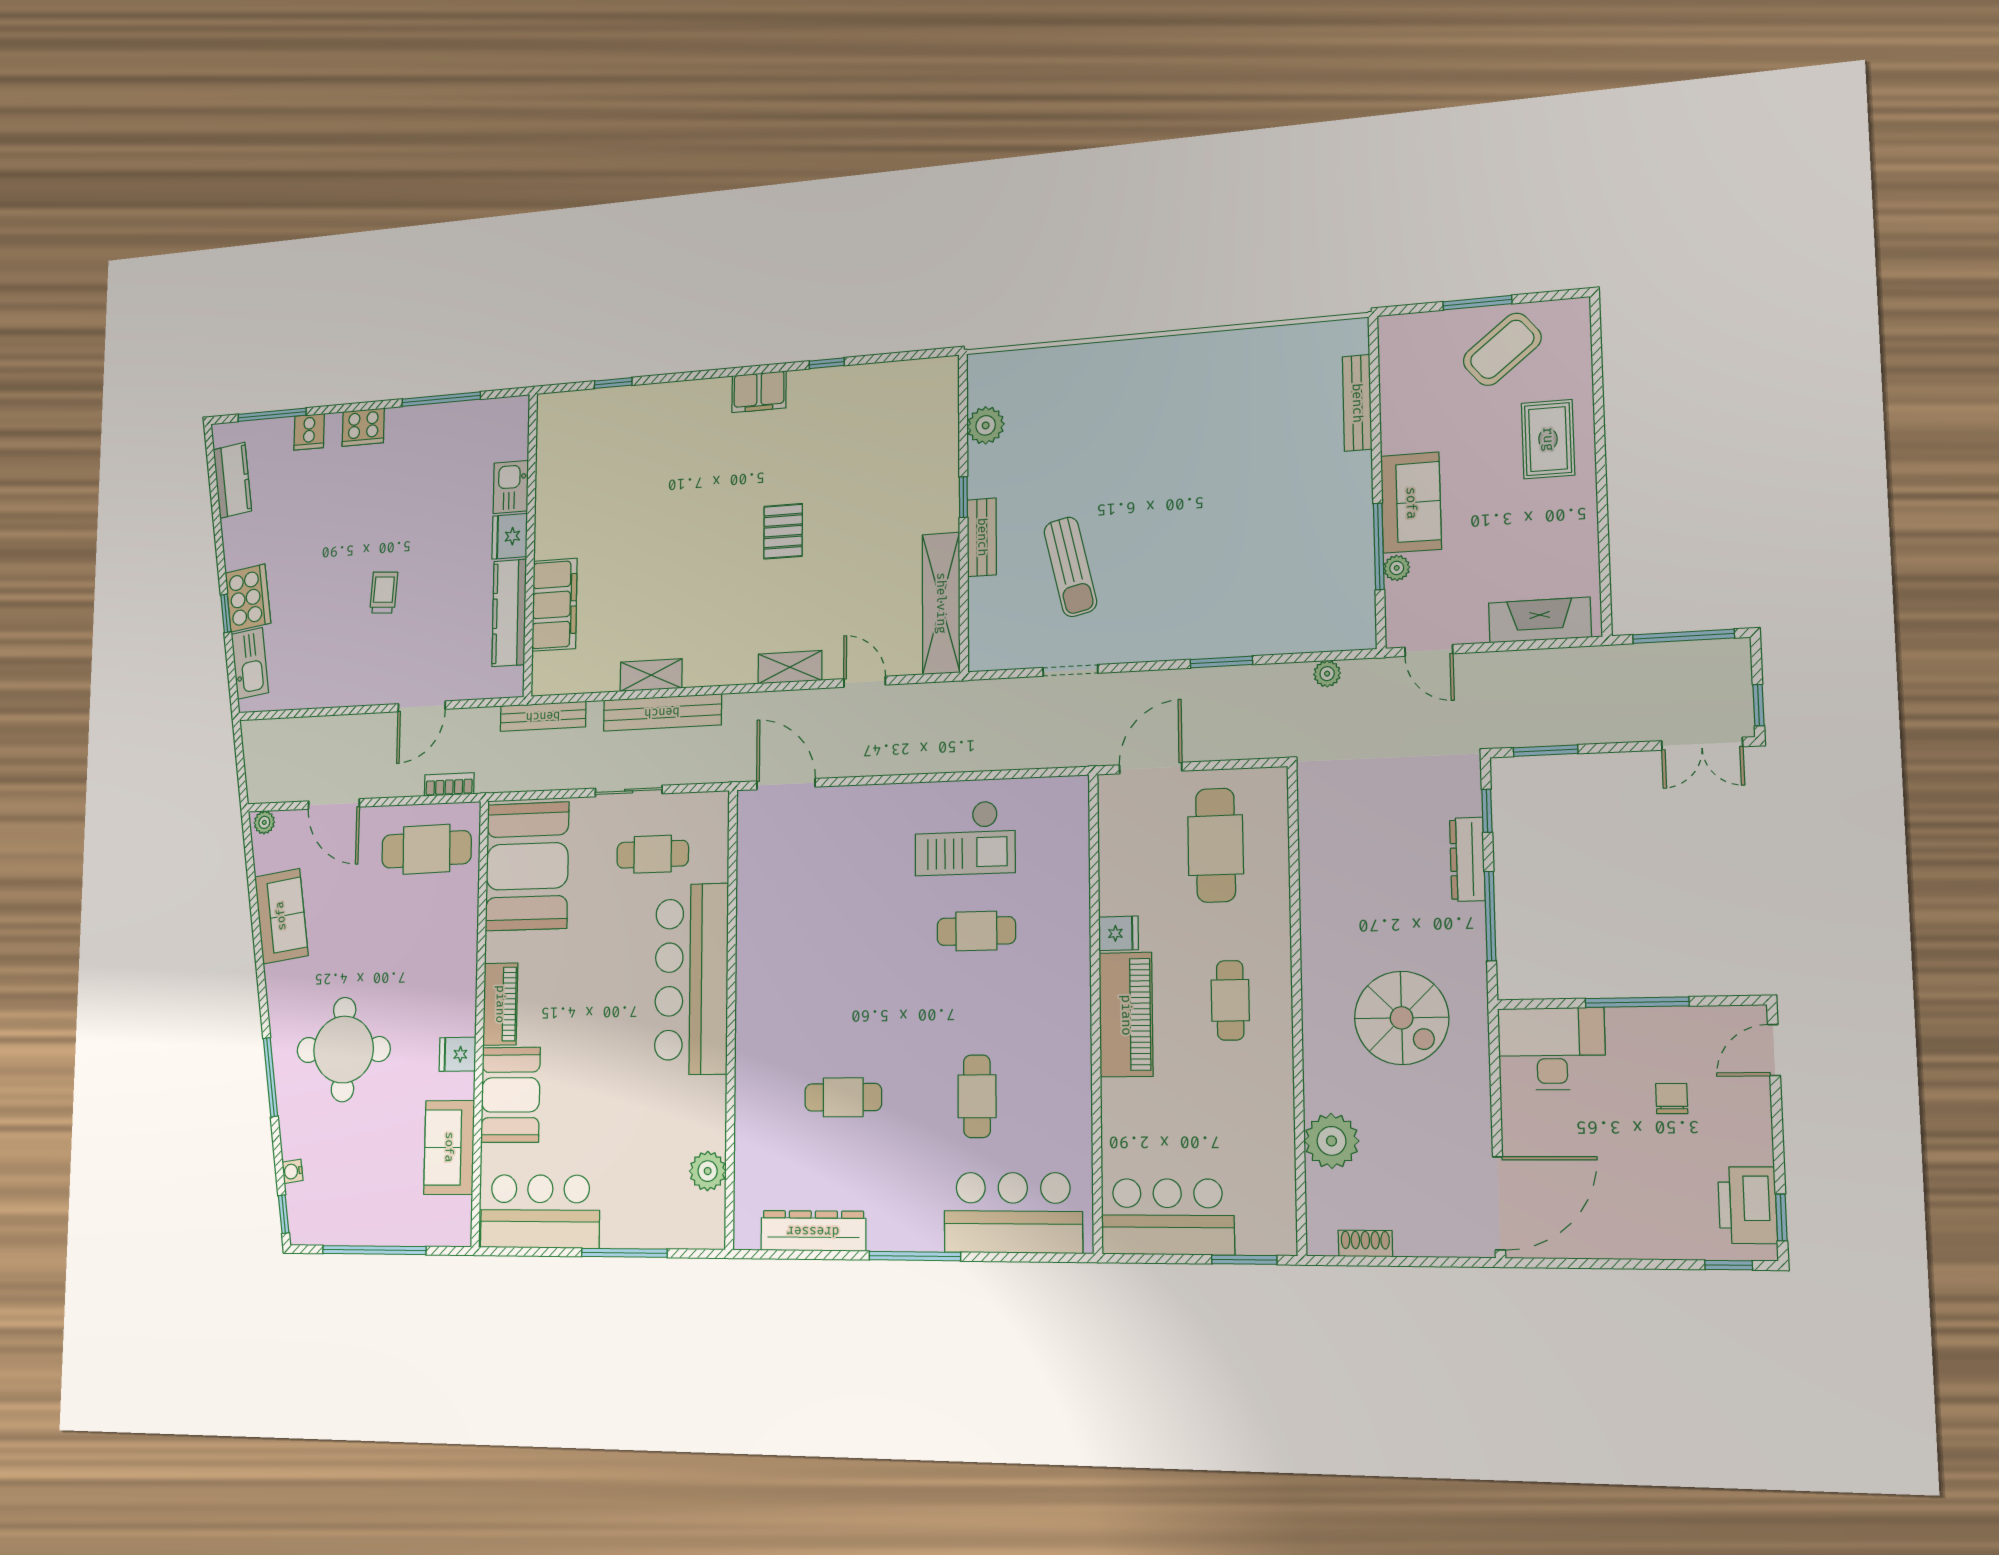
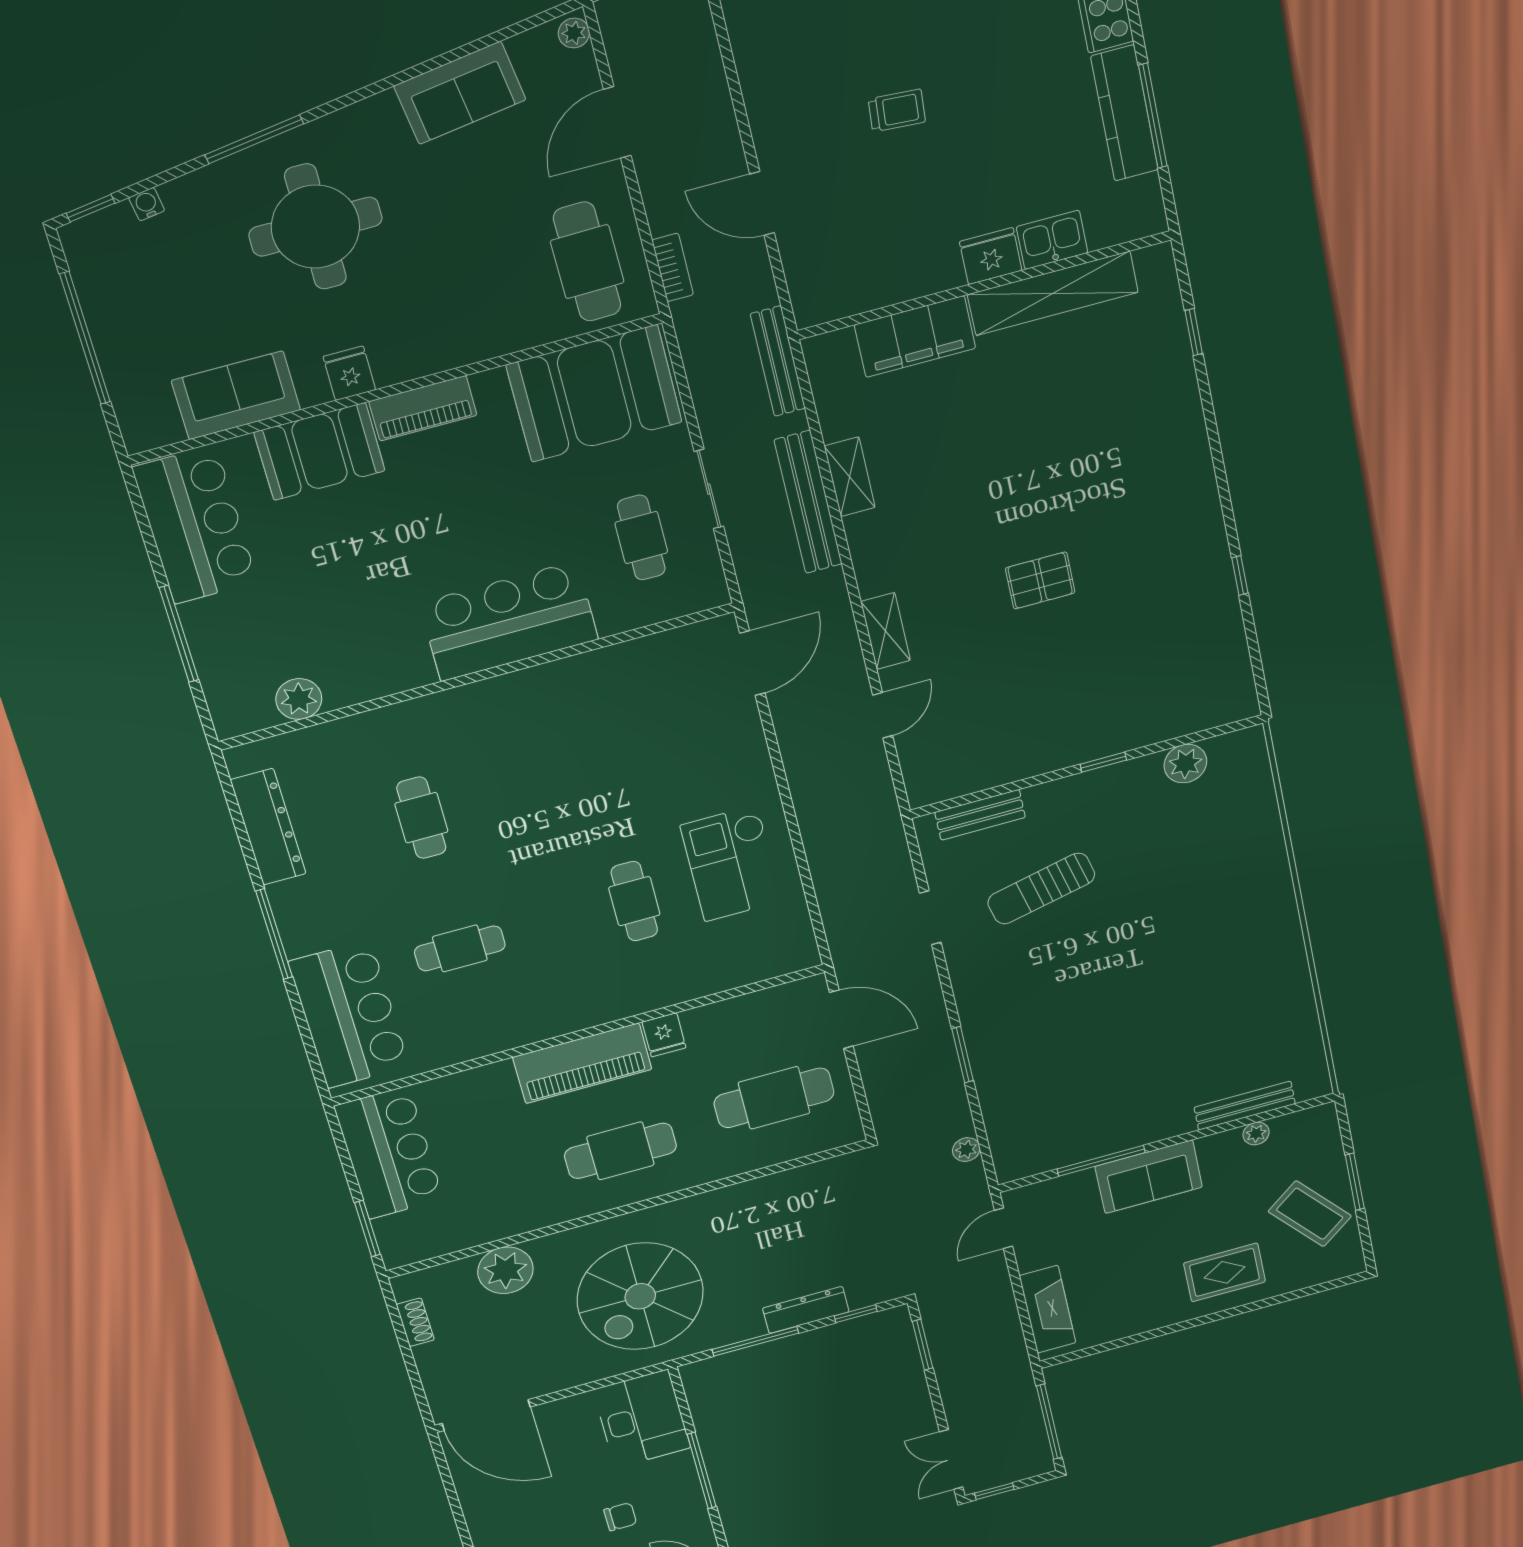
filing cabinet: (759, 392) -> (1200, 508), removed
bench: (982, 537) -> (980, 815), moved
plant: (1397, 568) -> (1256, 1134), moved
shelving: (941, 603) -> (1053, 293), moved
kitchen counter: (509, 613) -> (1125, 113), moved, turned -90
bar counter: (691, 979) -> (509, 621), width x0.73
cafe table: (1230, 1000) -> (620, 1151), width x1.37, depth x1.35
spiral stairs: (1402, 1018) -> (640, 1296), width x1.37, depth x1.37

